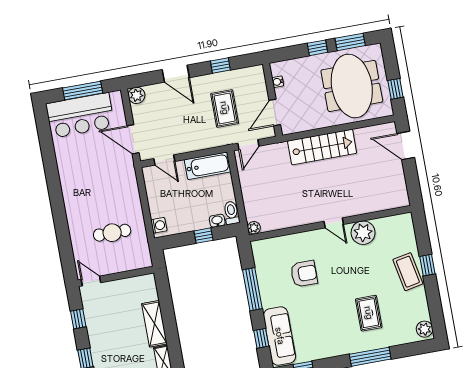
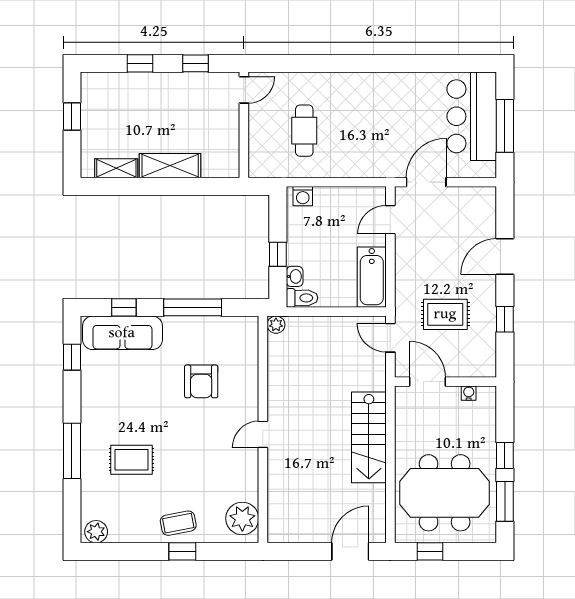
plant: (137, 95) -> (485, 198), removed
plant: (363, 233) -> (242, 518), moved
coffee table: (408, 272) -> (178, 523), width x0.73, depth x0.77

